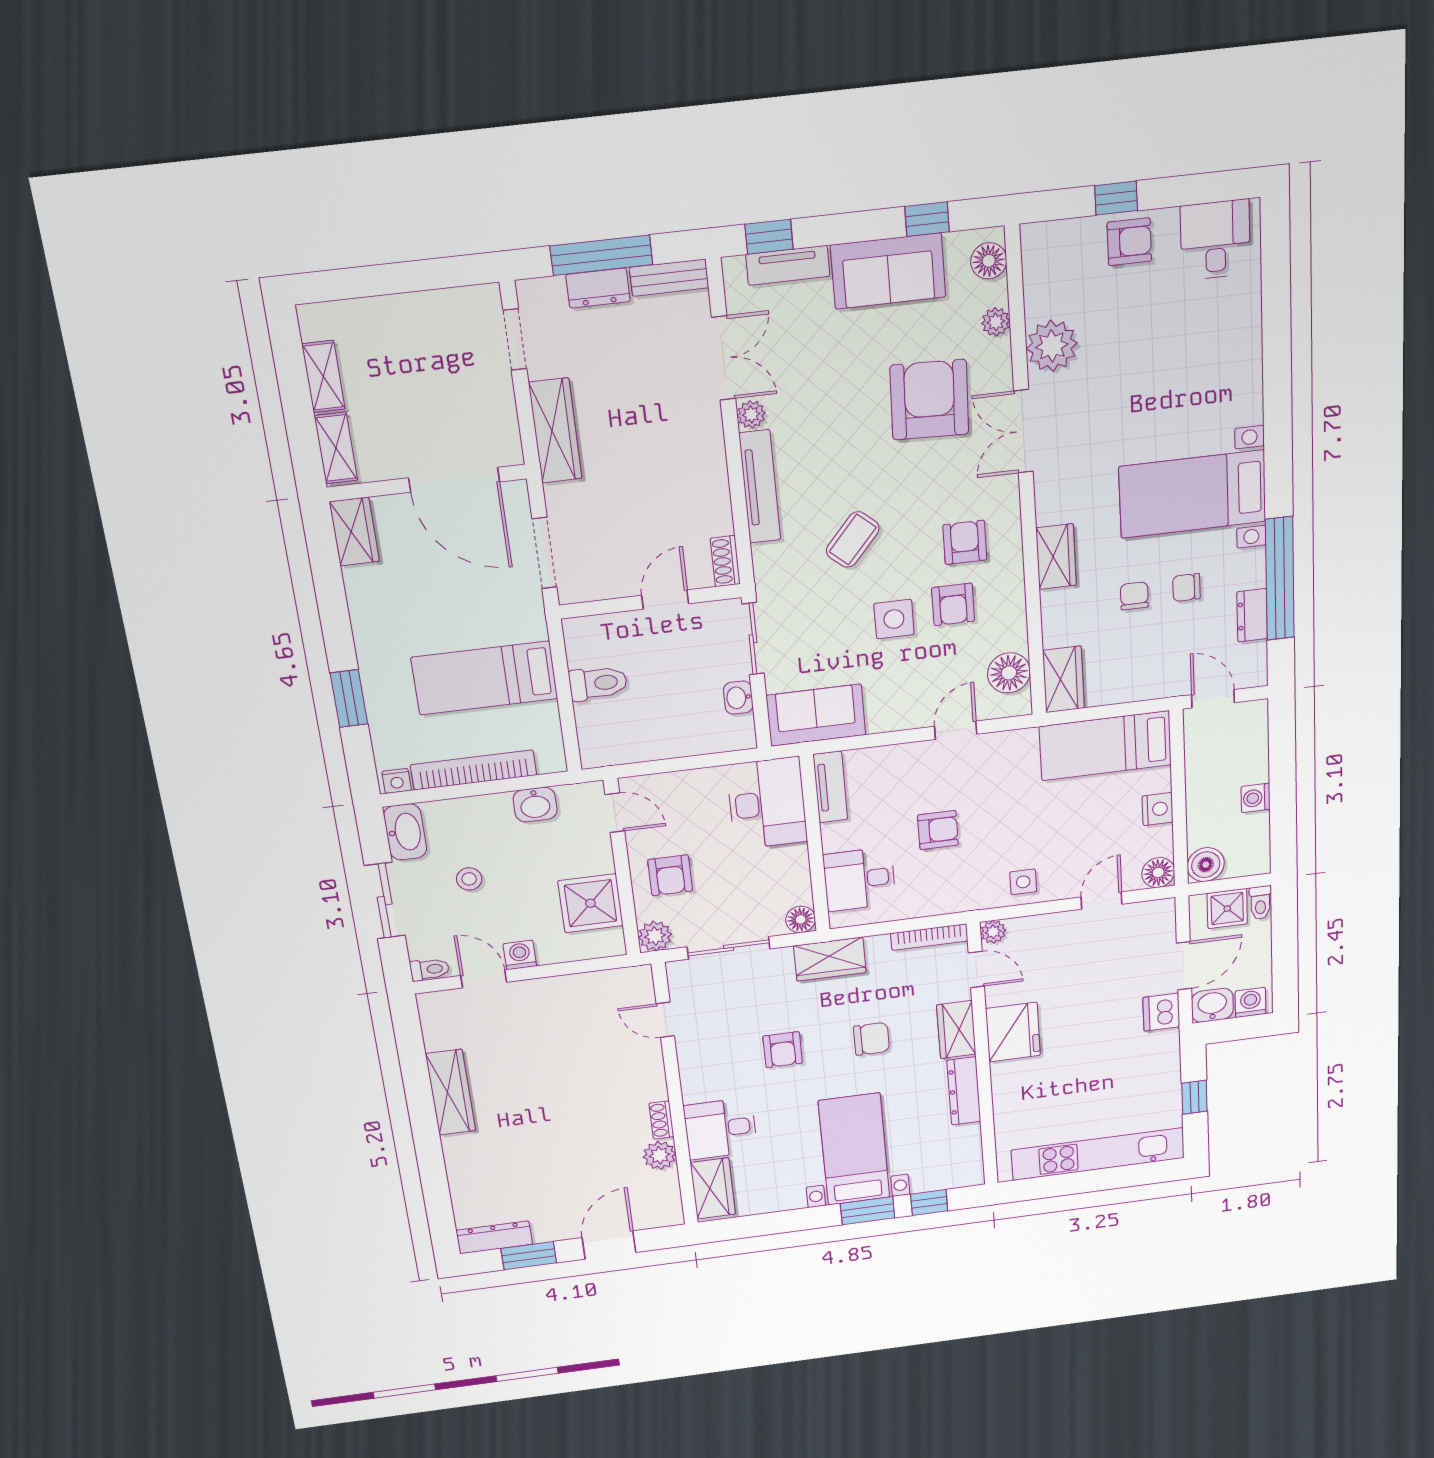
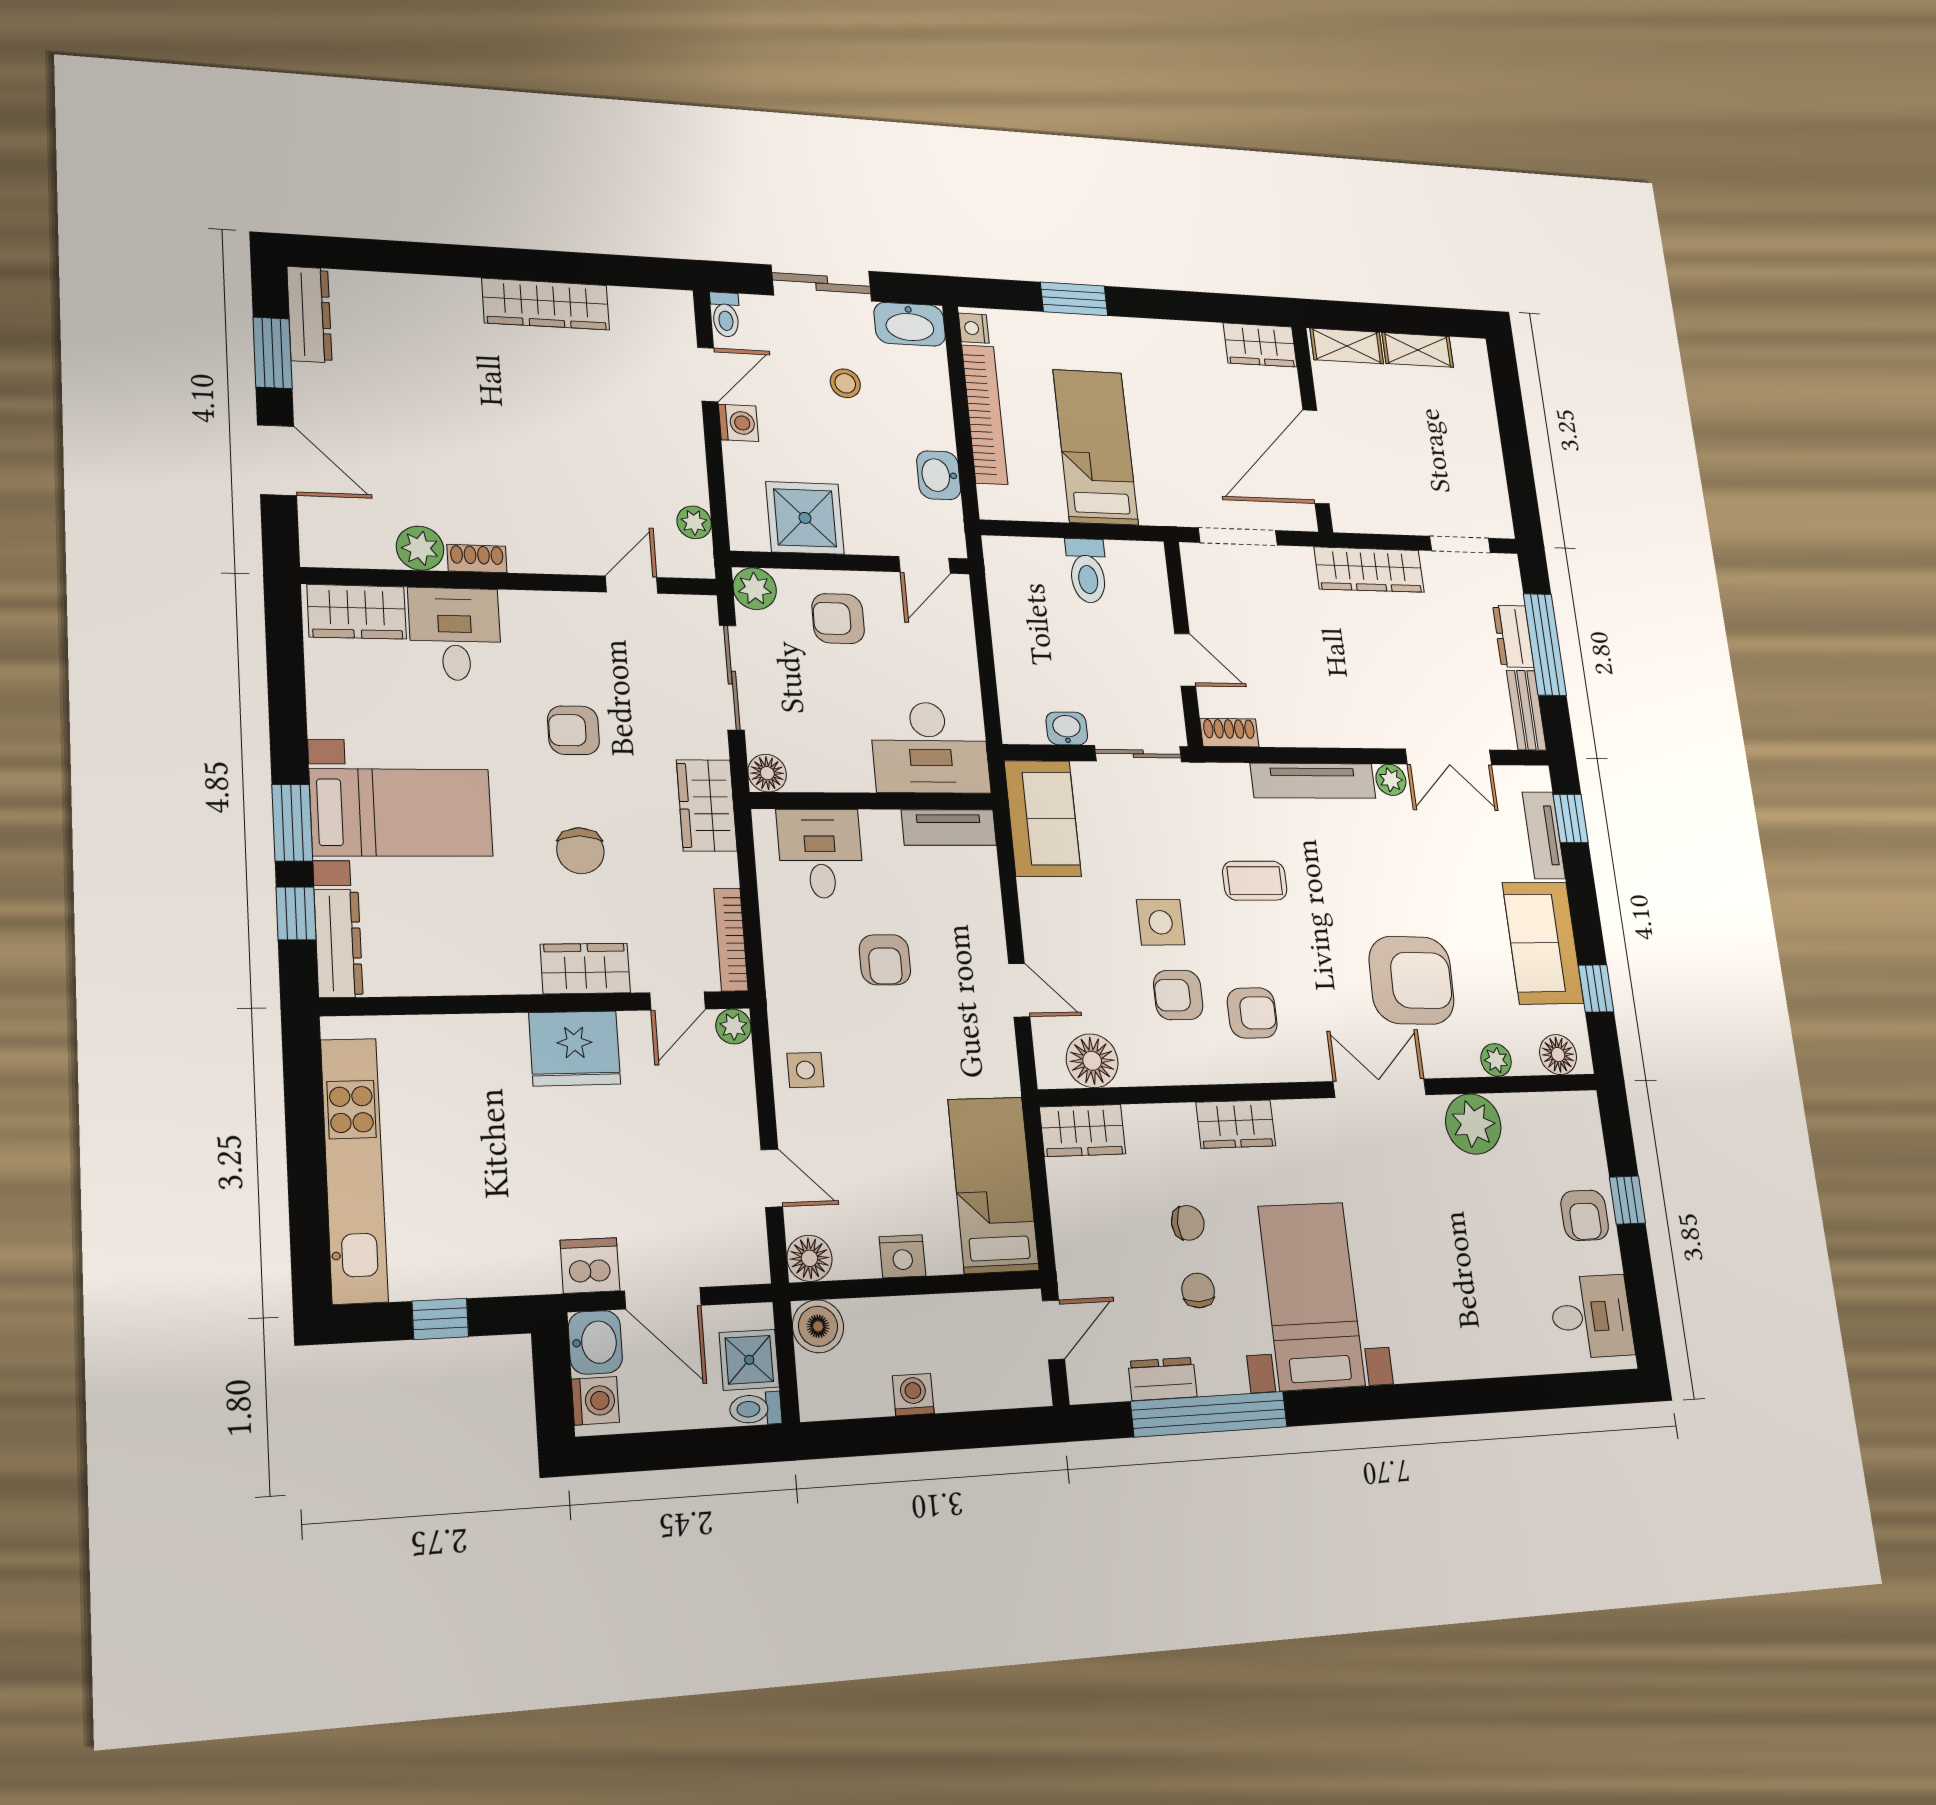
coffee table: (853, 539) -> (1255, 881), turned -41
plant: (608, 981) -> (694, 522), added
dresser: (964, 1091) -> (338, 943), moved, turned 90

